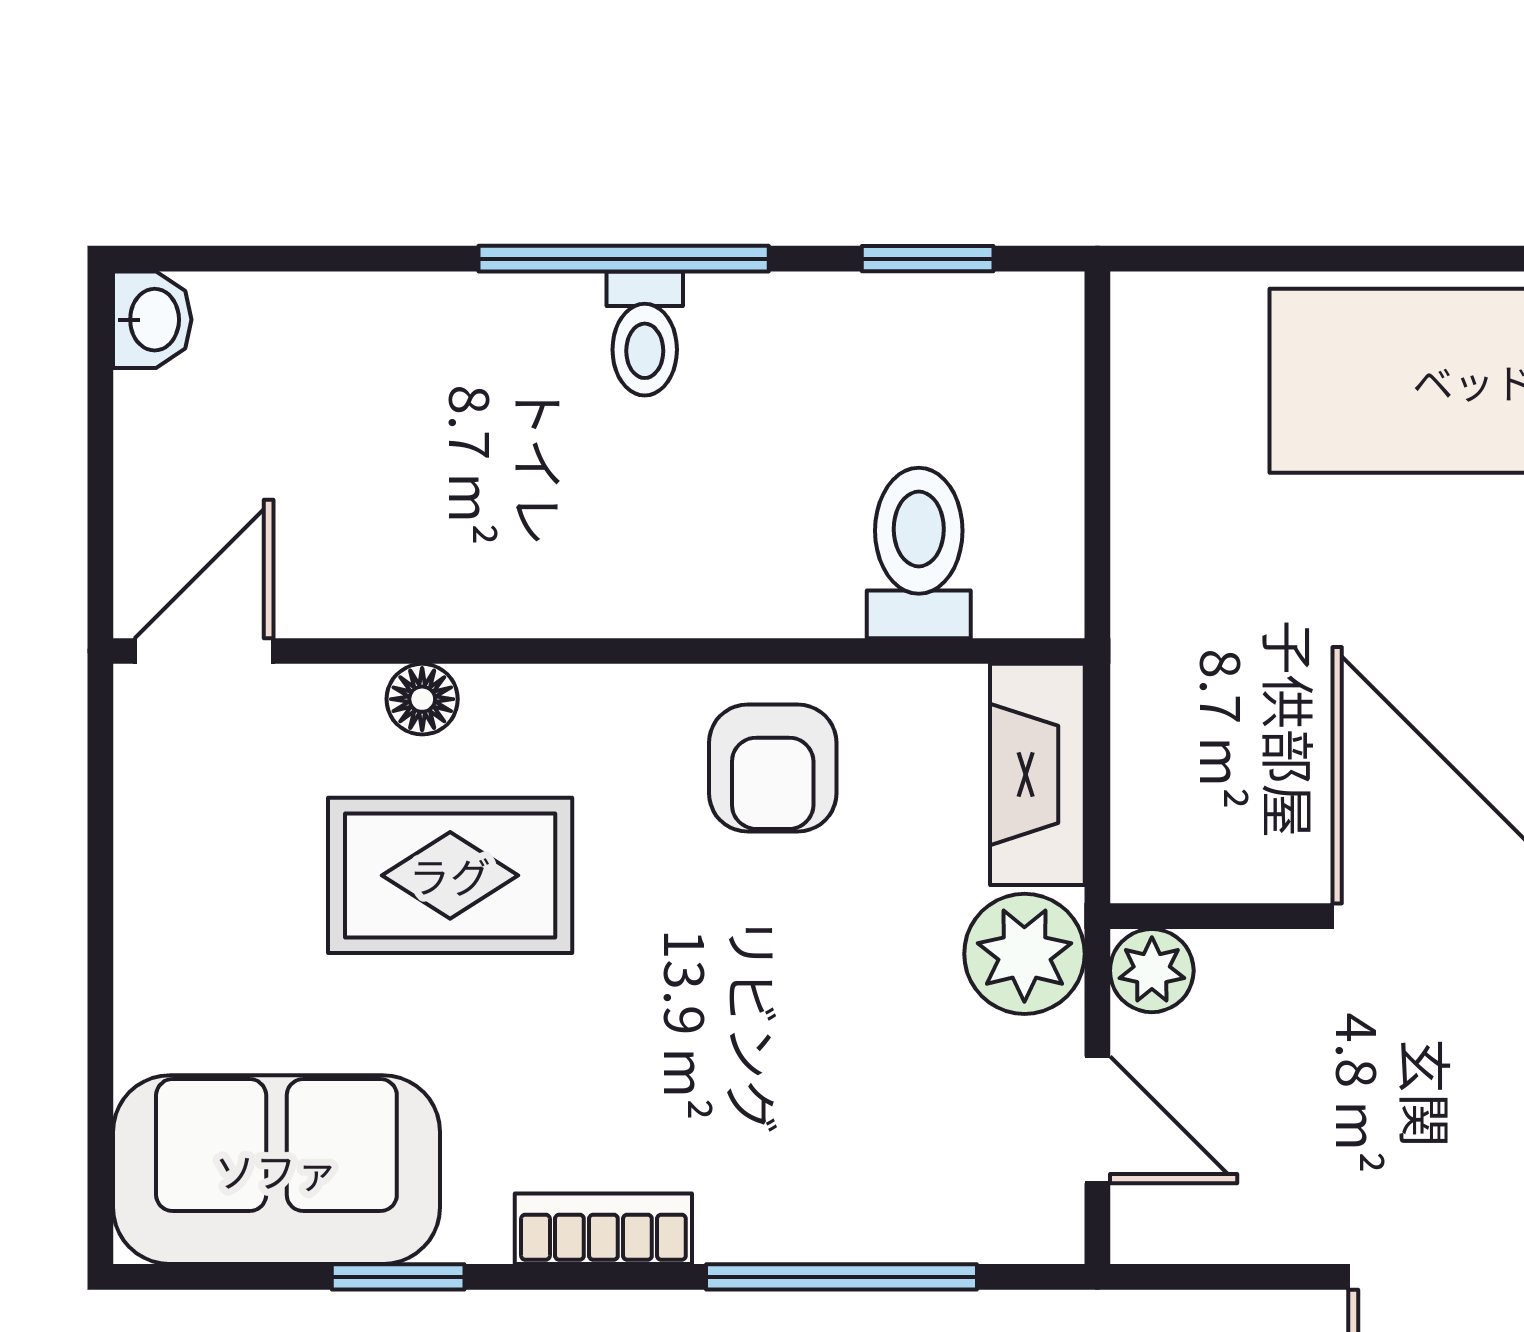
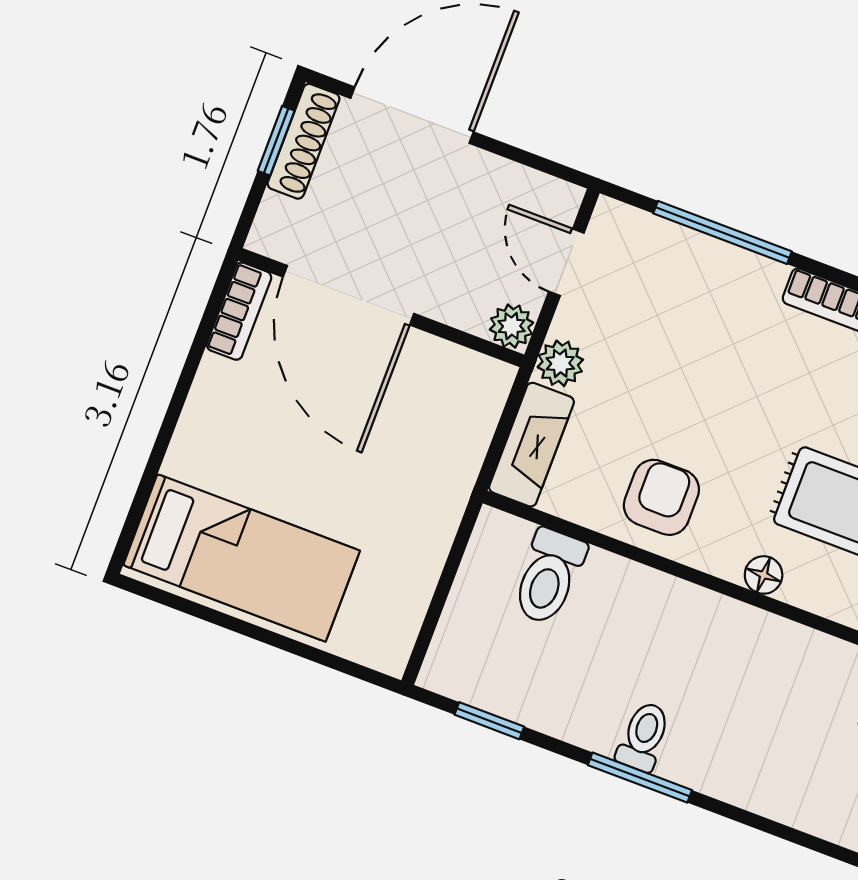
window: (624, 259) -> (640, 778), width x0.69
floor lamp: (422, 699) -> (764, 575), moved
plant: (1024, 954) -> (560, 363), width x0.73, depth x0.73

